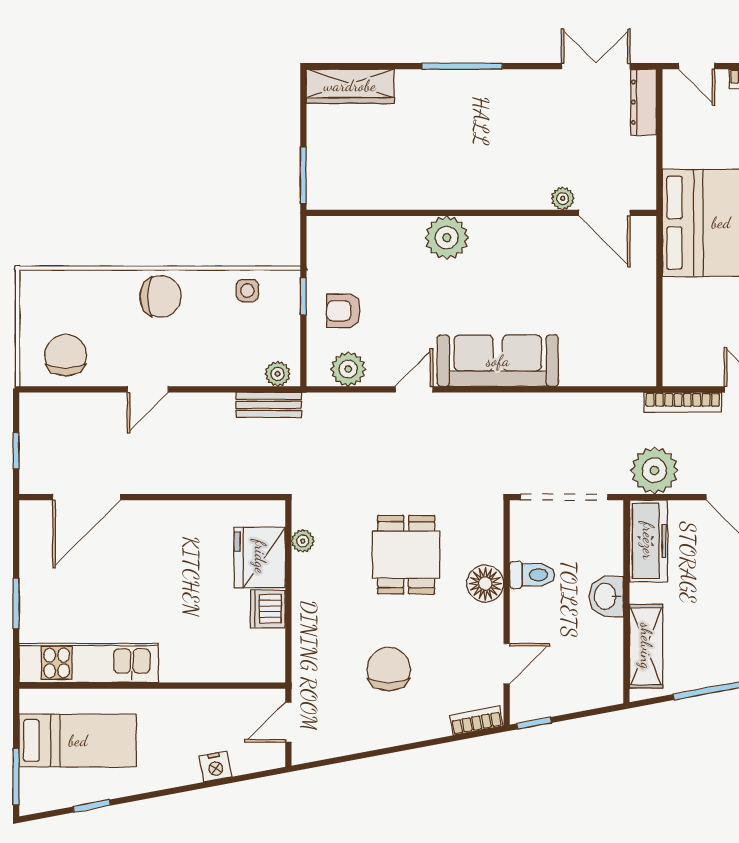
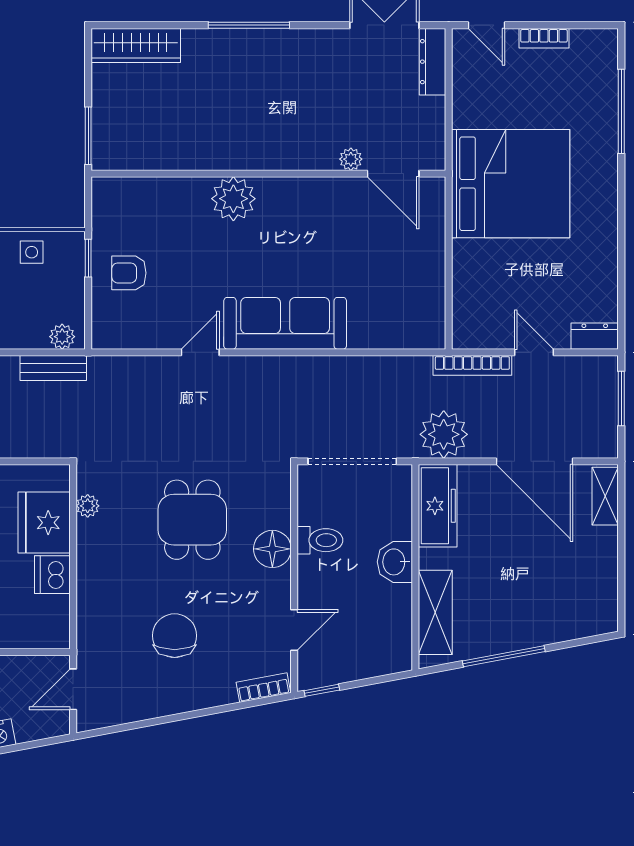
plant: (348, 369) -> (134, 332), removed

